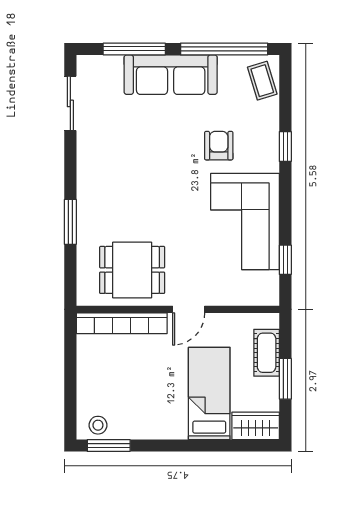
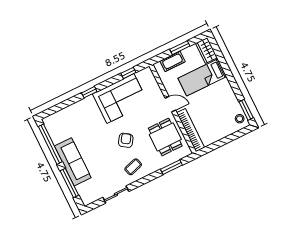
coffee table: (262, 81) -> (133, 167), moved
sliding door: (70, 103) -> (116, 194), moved
armchair: (219, 146) -> (126, 140), moved, turned 124
window: (285, 147) -> (89, 92), moved
window: (70, 222) -> (171, 167), moved

